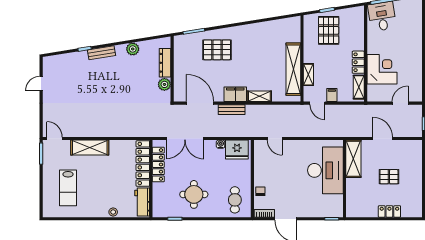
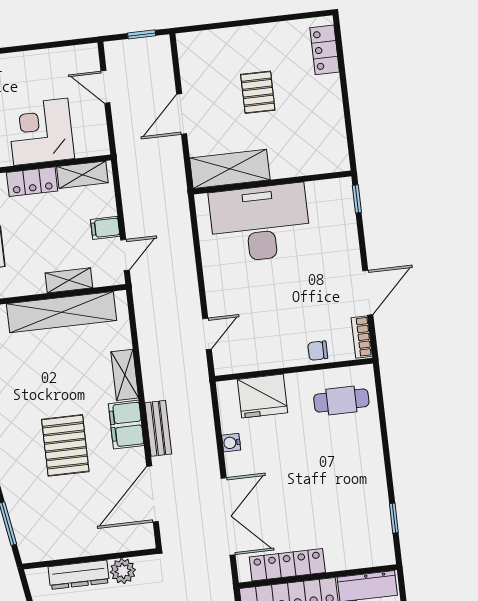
pallet: (217, 50) -> (65, 445), moved
fridge: (237, 149) -> (263, 396), moved, turned 90
round table: (194, 194) -> (340, 485), removed
locker: (389, 211) -> (325, 50), moved

